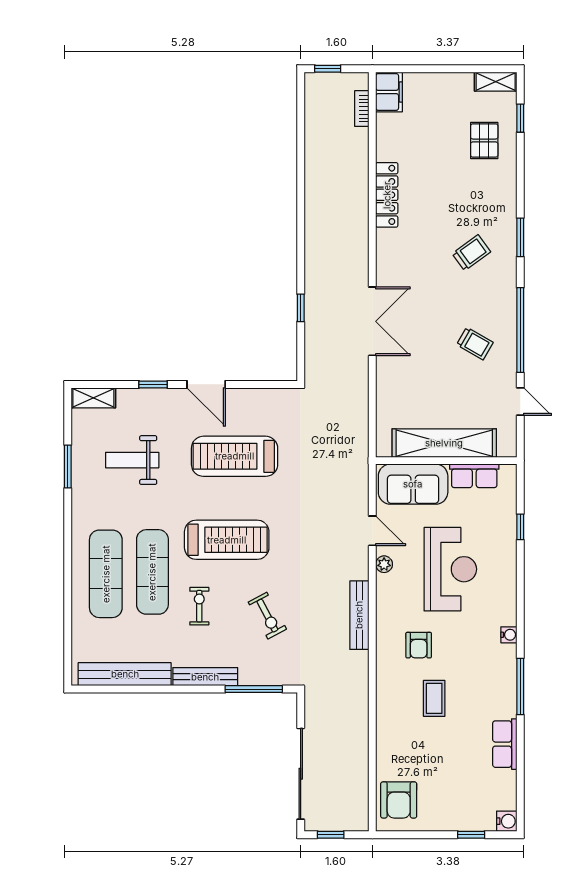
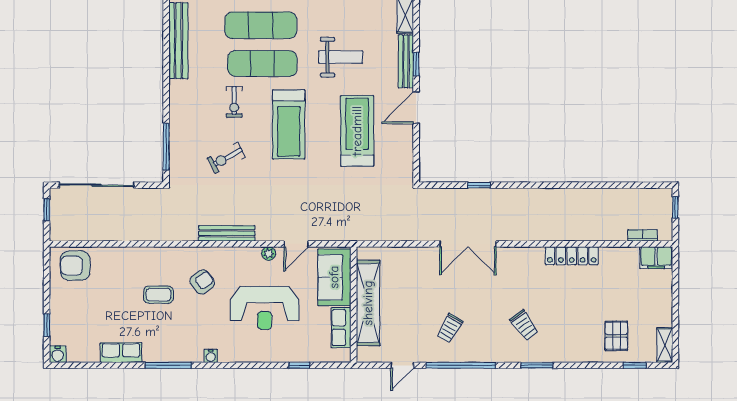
pallet: (484, 140) -> (616, 336), turned 90
weight bench: (132, 460) -> (341, 57), moved, turned 90
exercise bike: (199, 606) -> (234, 102), turned 90
armchair: (419, 645) -> (202, 282), turned 143
bench: (205, 677) -> (406, 61), moved

